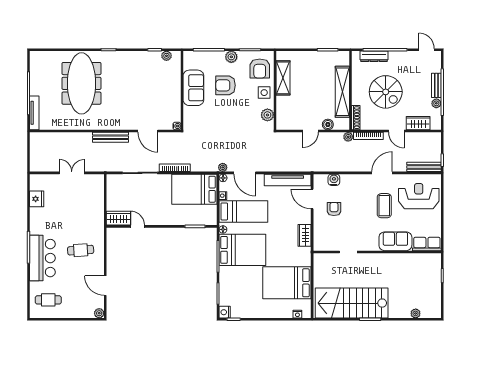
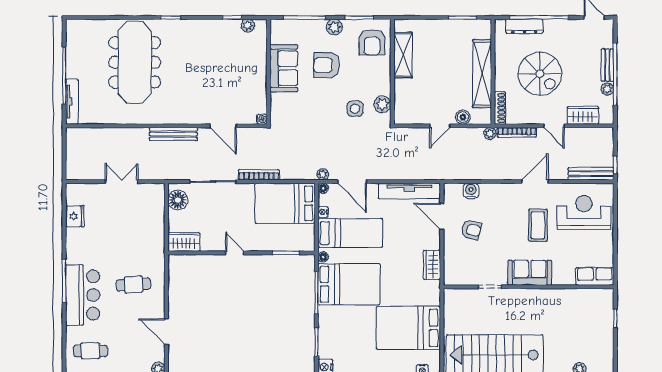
side table: (264, 93) -> (355, 109), moved
floor lamp: (114, 187) -> (178, 200), added
armchair: (334, 209) -> (471, 230), turned 103
door: (138, 226) -> (235, 253), moved
sofa: (395, 241) -> (530, 273), moved

